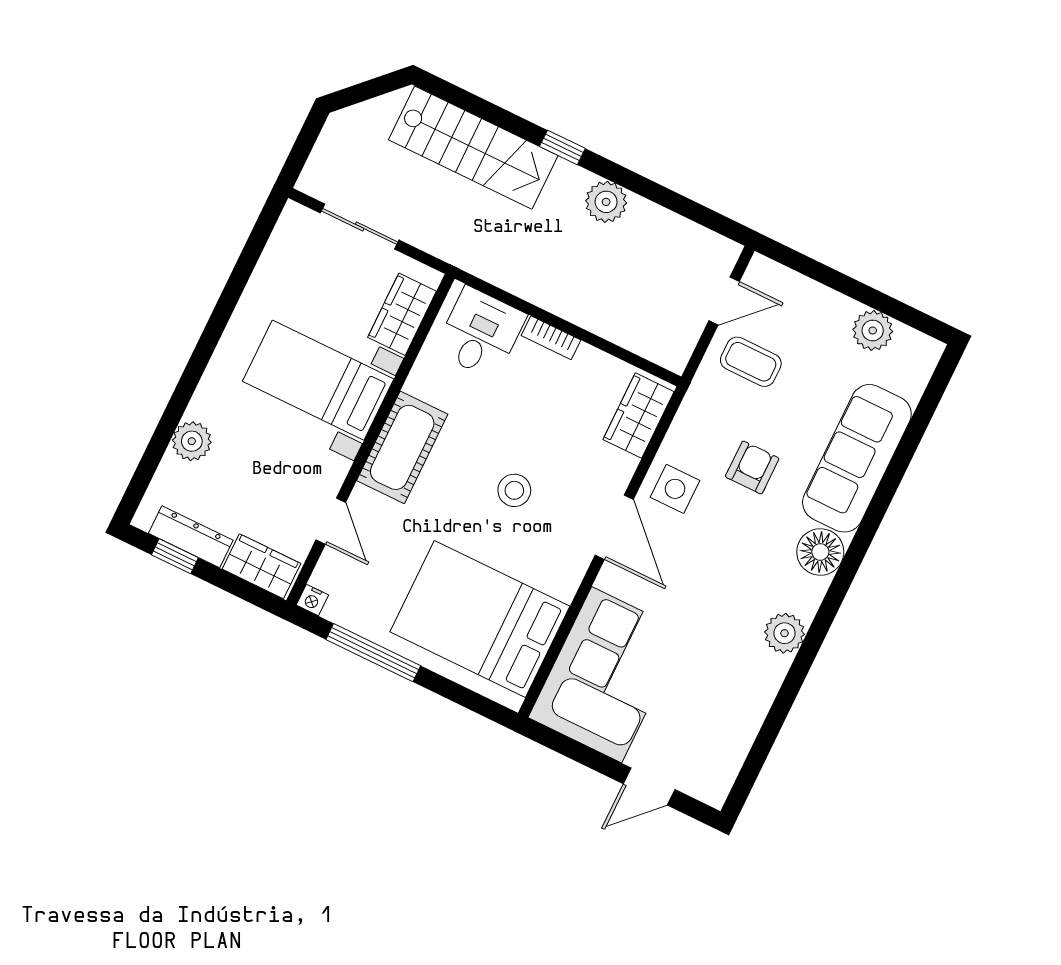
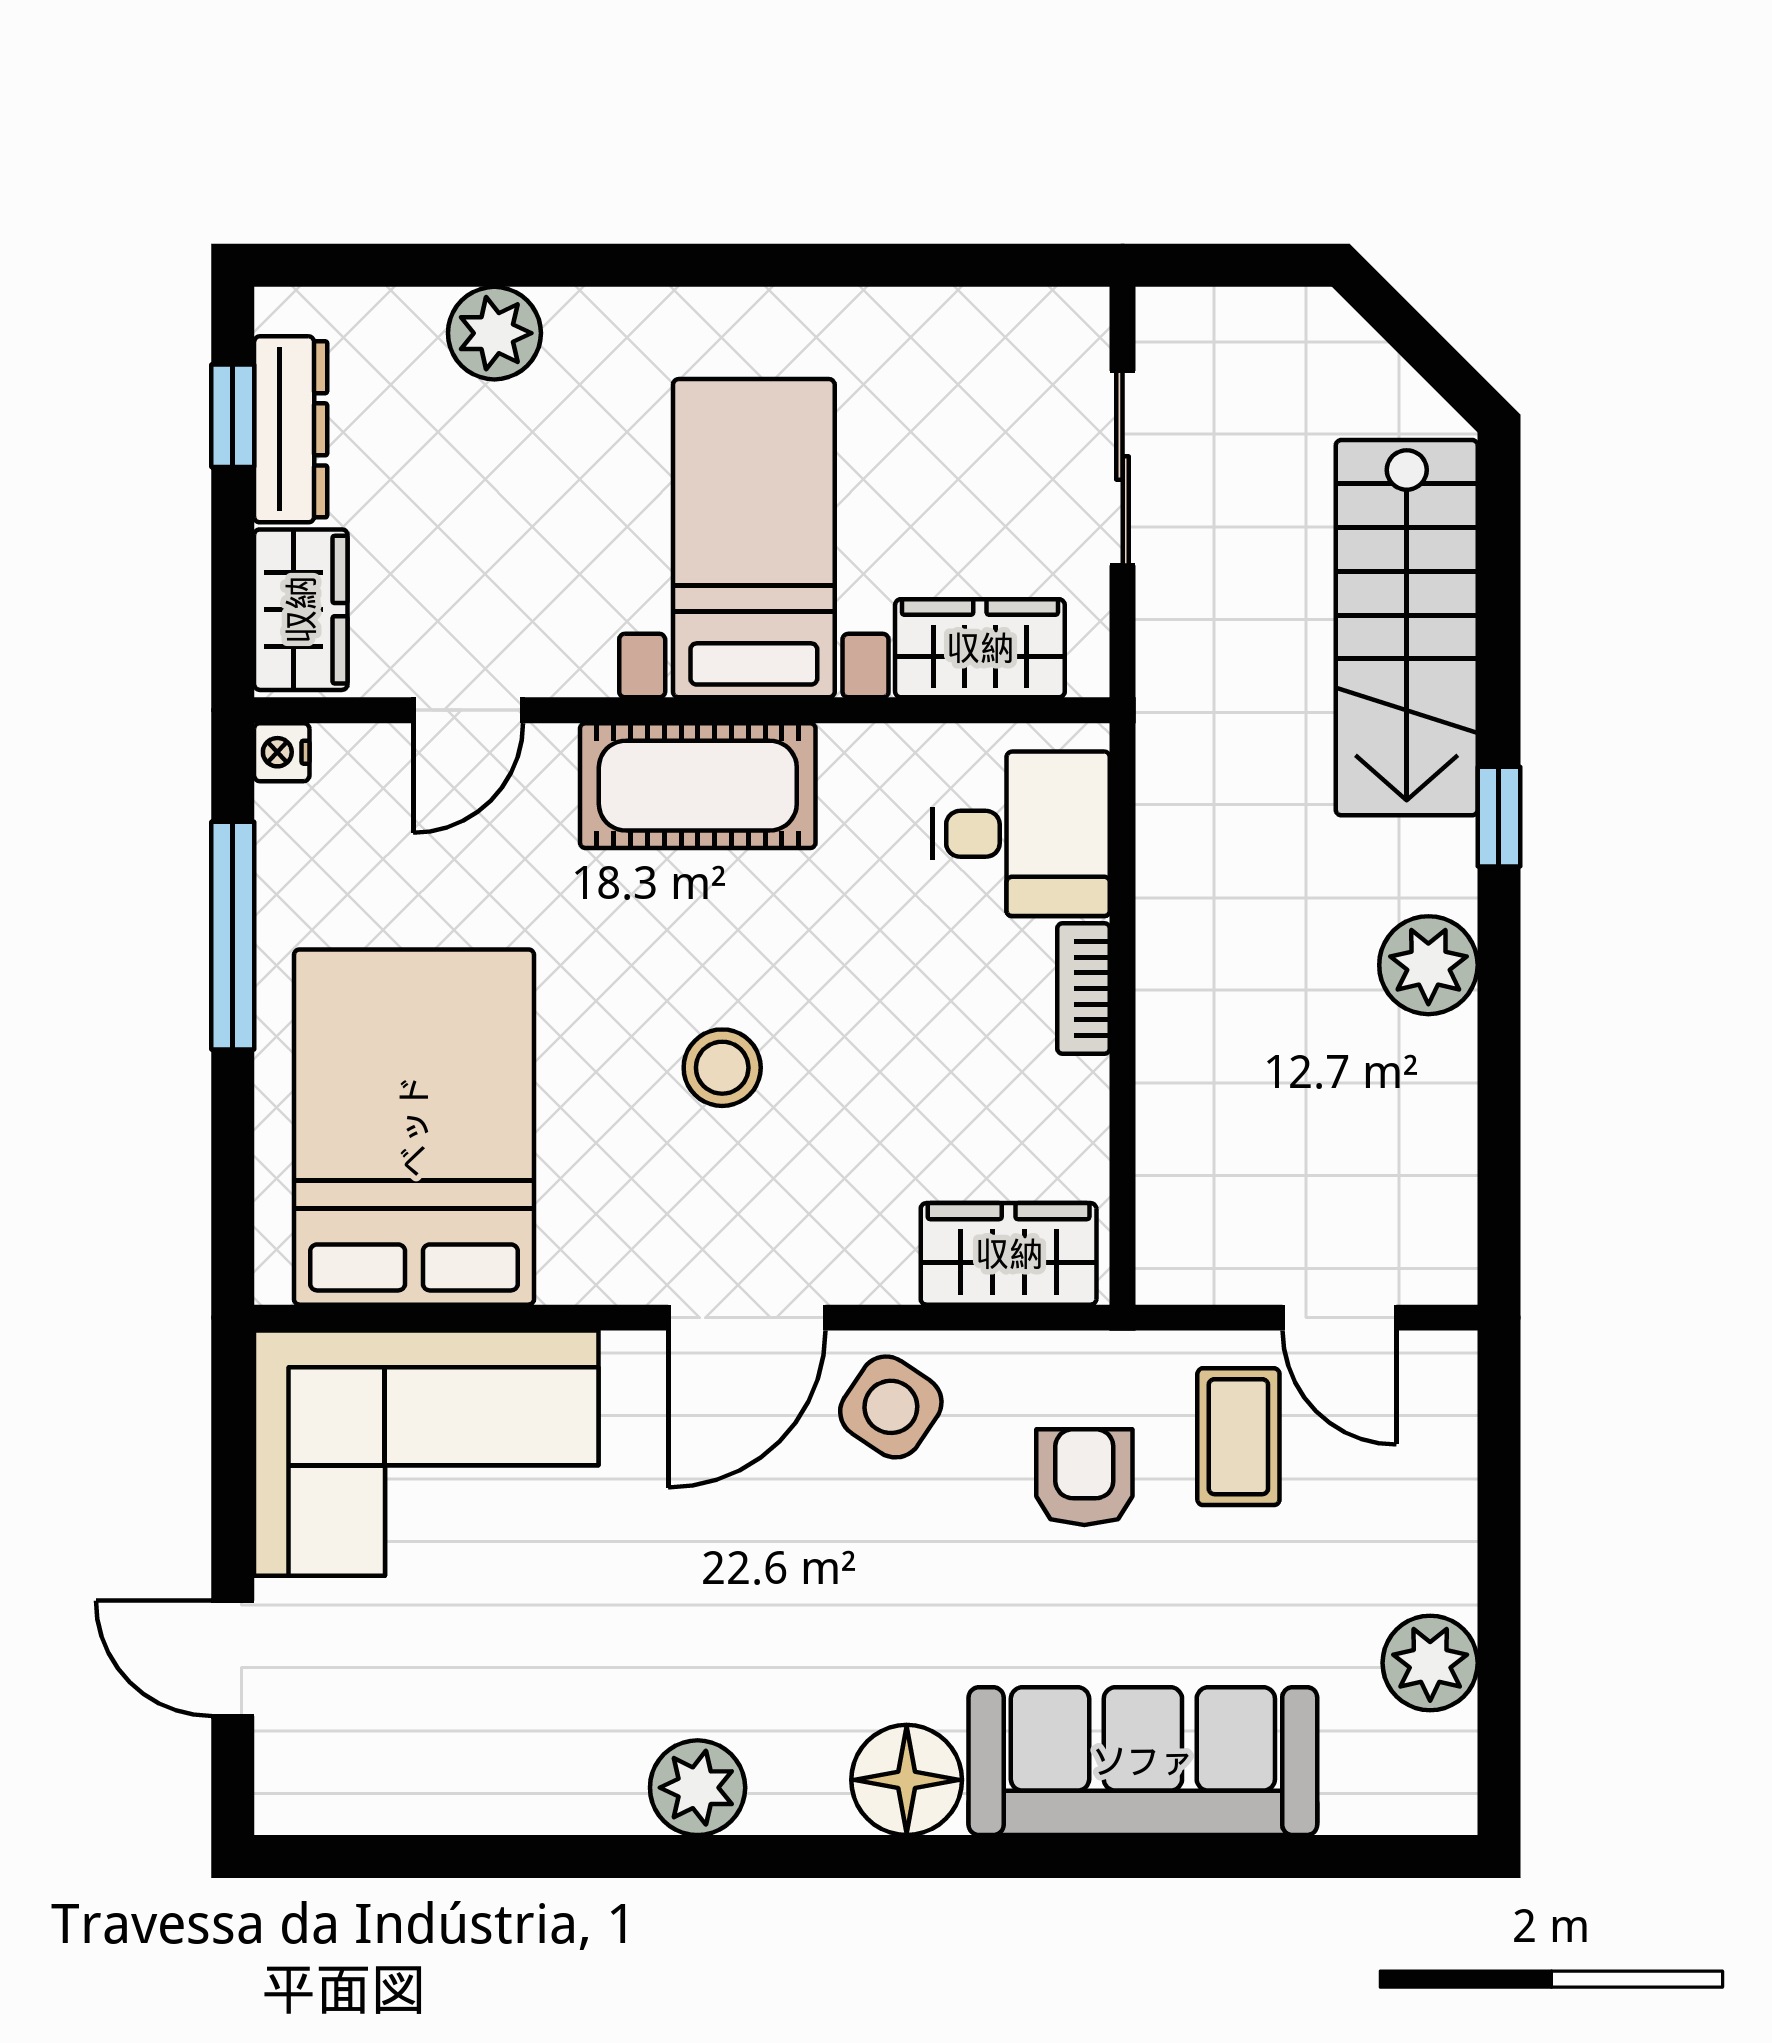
armchair: (752, 468) -> (1084, 1477), moved, turned -90
side table: (675, 489) -> (891, 1407), turned 34

